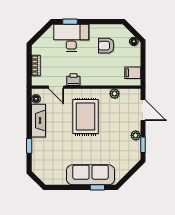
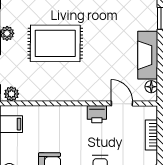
plant: (115, 94) -> (11, 94), moved
rug: (86, 117) -> (55, 43), moved, turned 90

